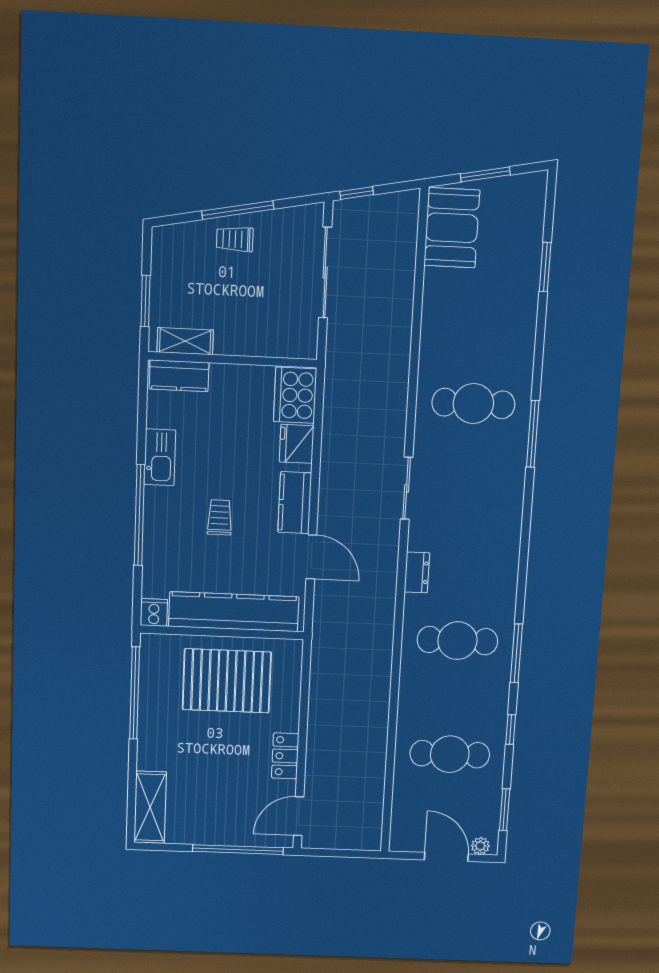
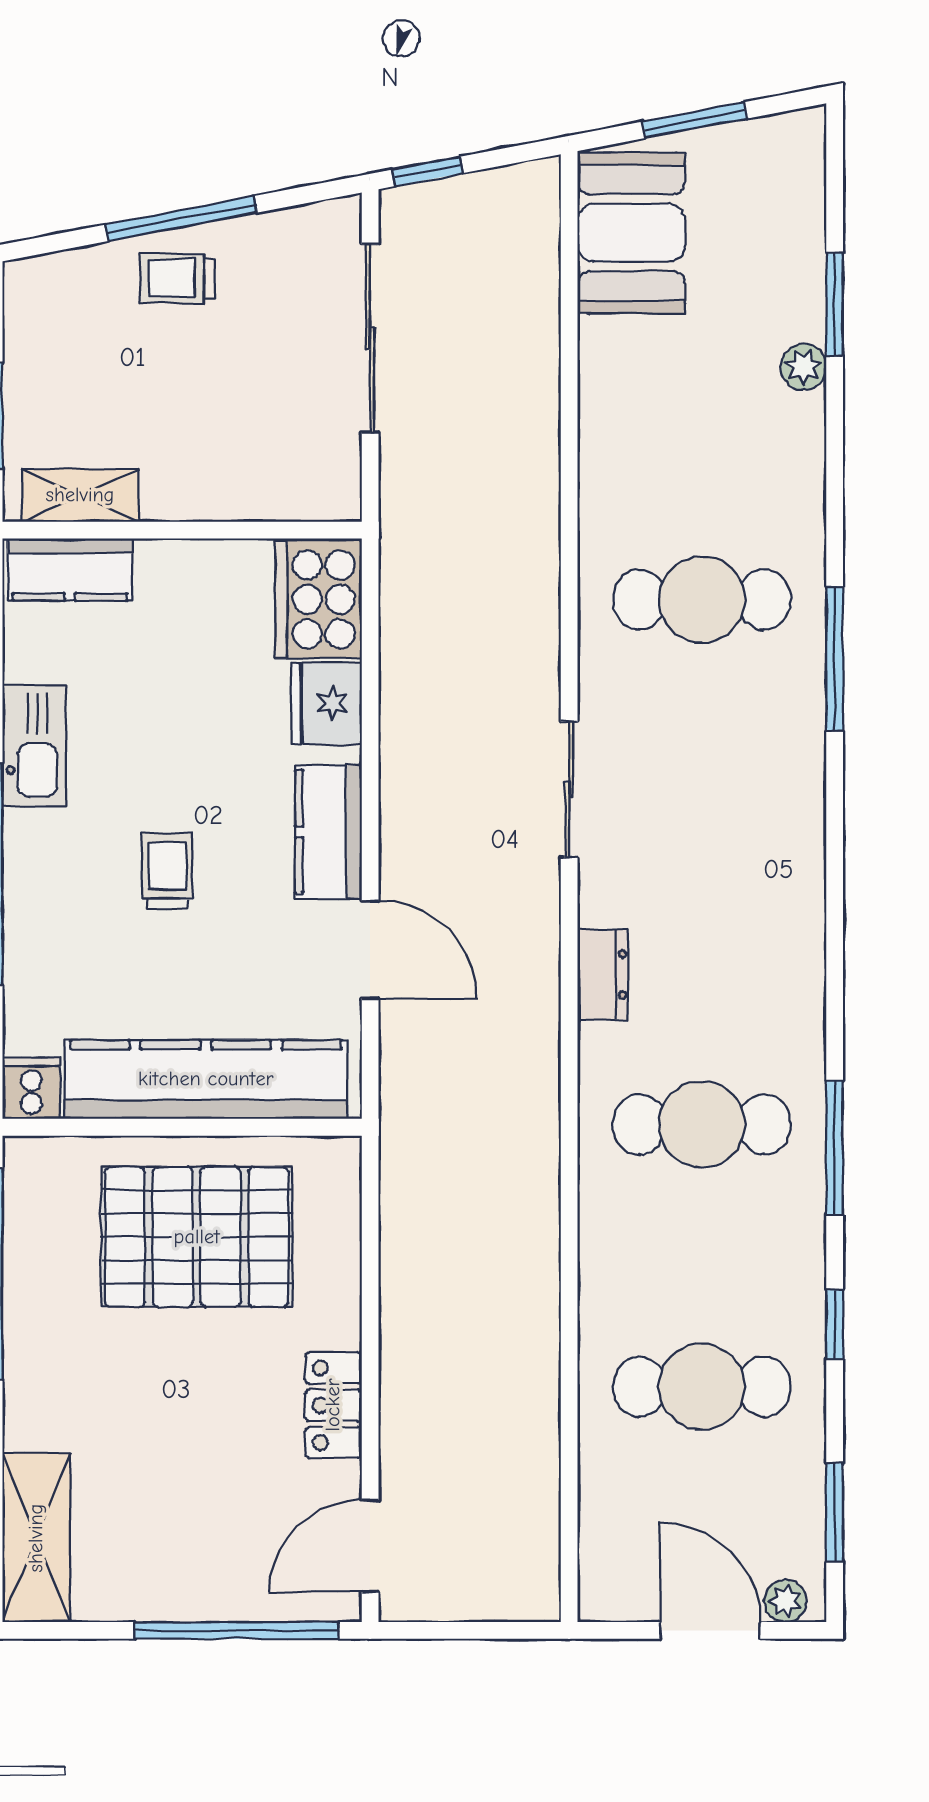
plant: (528, 296) -> (803, 367), added

